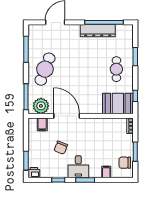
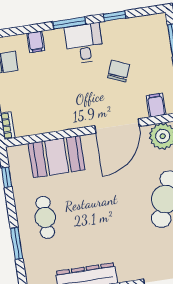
booth: (118, 103) -> (57, 157), moved
door: (67, 116) -> (117, 126), hinge flipped
printer: (34, 173) -> (157, 22), removed

